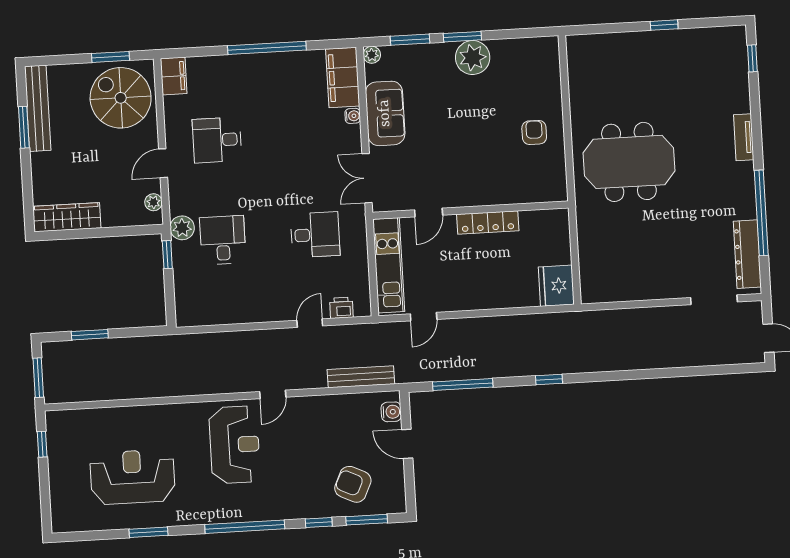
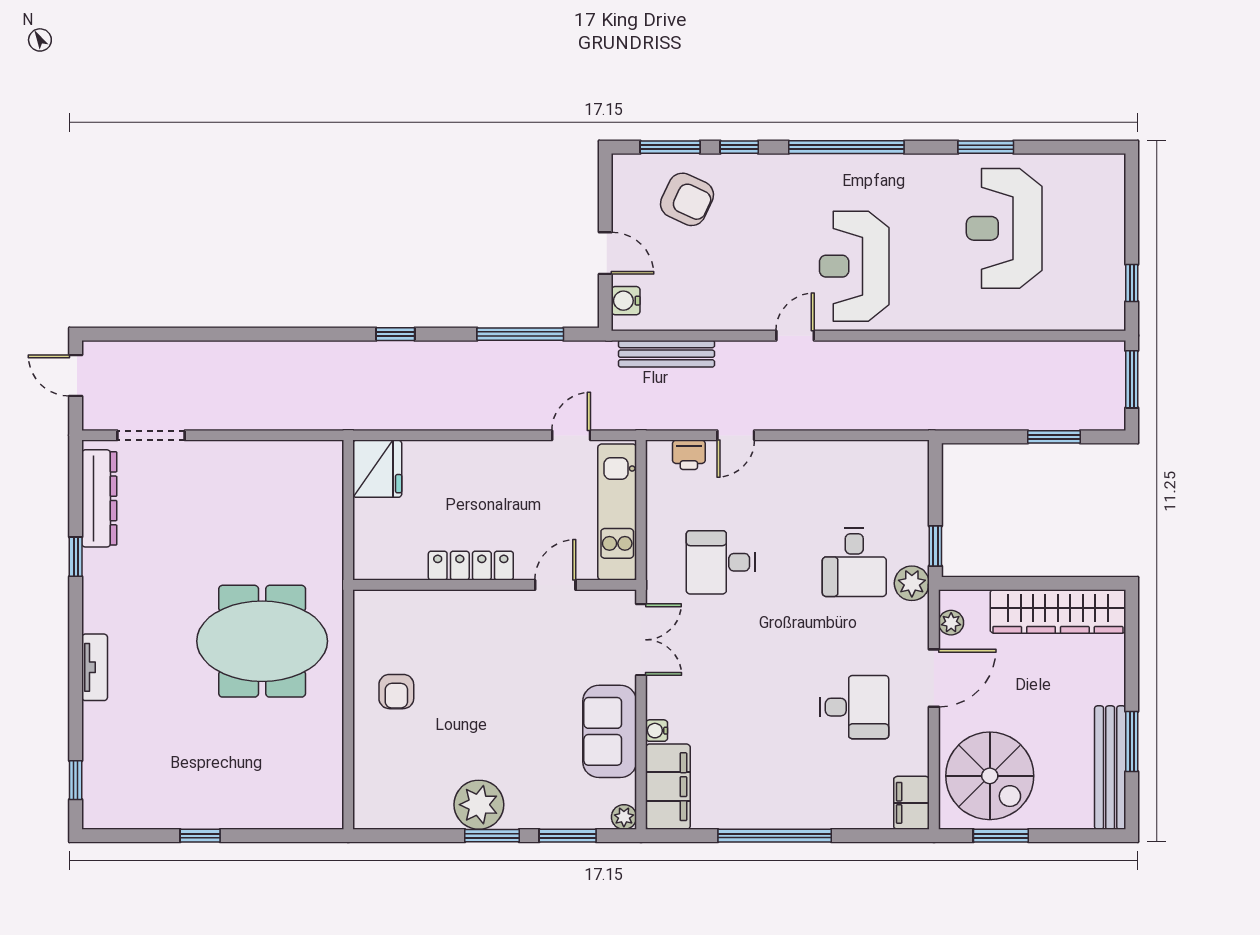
door: (163, 163) -> (934, 678), width x1.38
window: (761, 213) -> (76, 557), width x0.32
wardrobe: (67, 217) -> (1058, 611), width x1.40, depth x1.17
reception desk: (132, 477) -> (1004, 228), turned 90

